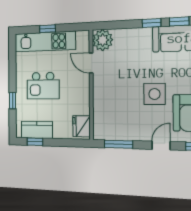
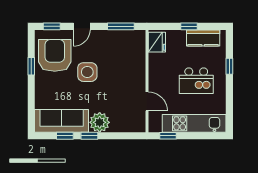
window: (48, 29) -> (168, 136), moved
plant: (103, 40) -> (100, 122), moved
kitchen island: (43, 86) -> (196, 81), turned 180
window: (35, 142) -> (189, 26), moved

